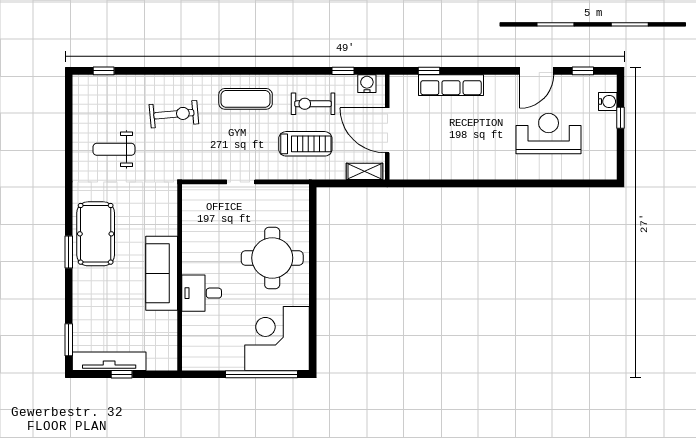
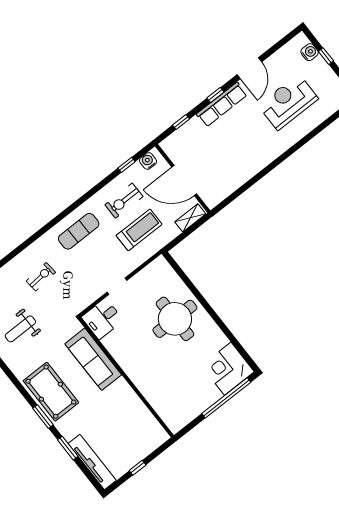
window: (583, 71) -> (215, 95), moved
row of seats: (451, 85) -> (222, 105), moved
exercise bike: (174, 114) -> (41, 277), width x0.73, depth x0.72
sofa: (162, 273) -> (93, 359), moved
desk: (202, 293) -> (102, 319), moved
corner desk: (277, 338) -> (228, 369), width x0.74, depth x0.74
window: (69, 340) -> (68, 448), moved
tv unit: (109, 361) -> (92, 462), moved, turned 90

